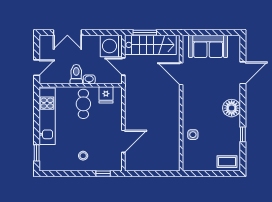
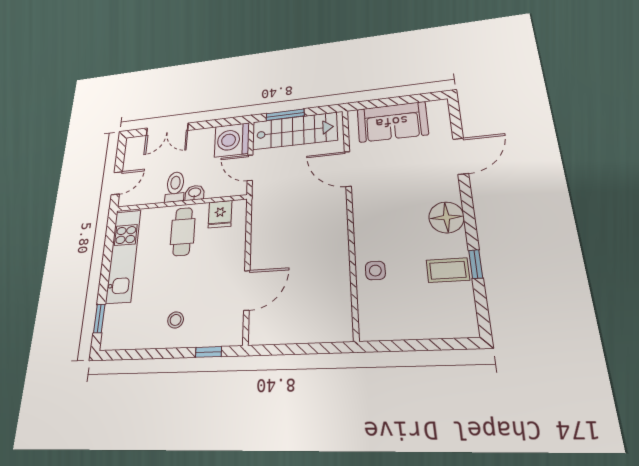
coffee table: (227, 162) -> (448, 270), moved

